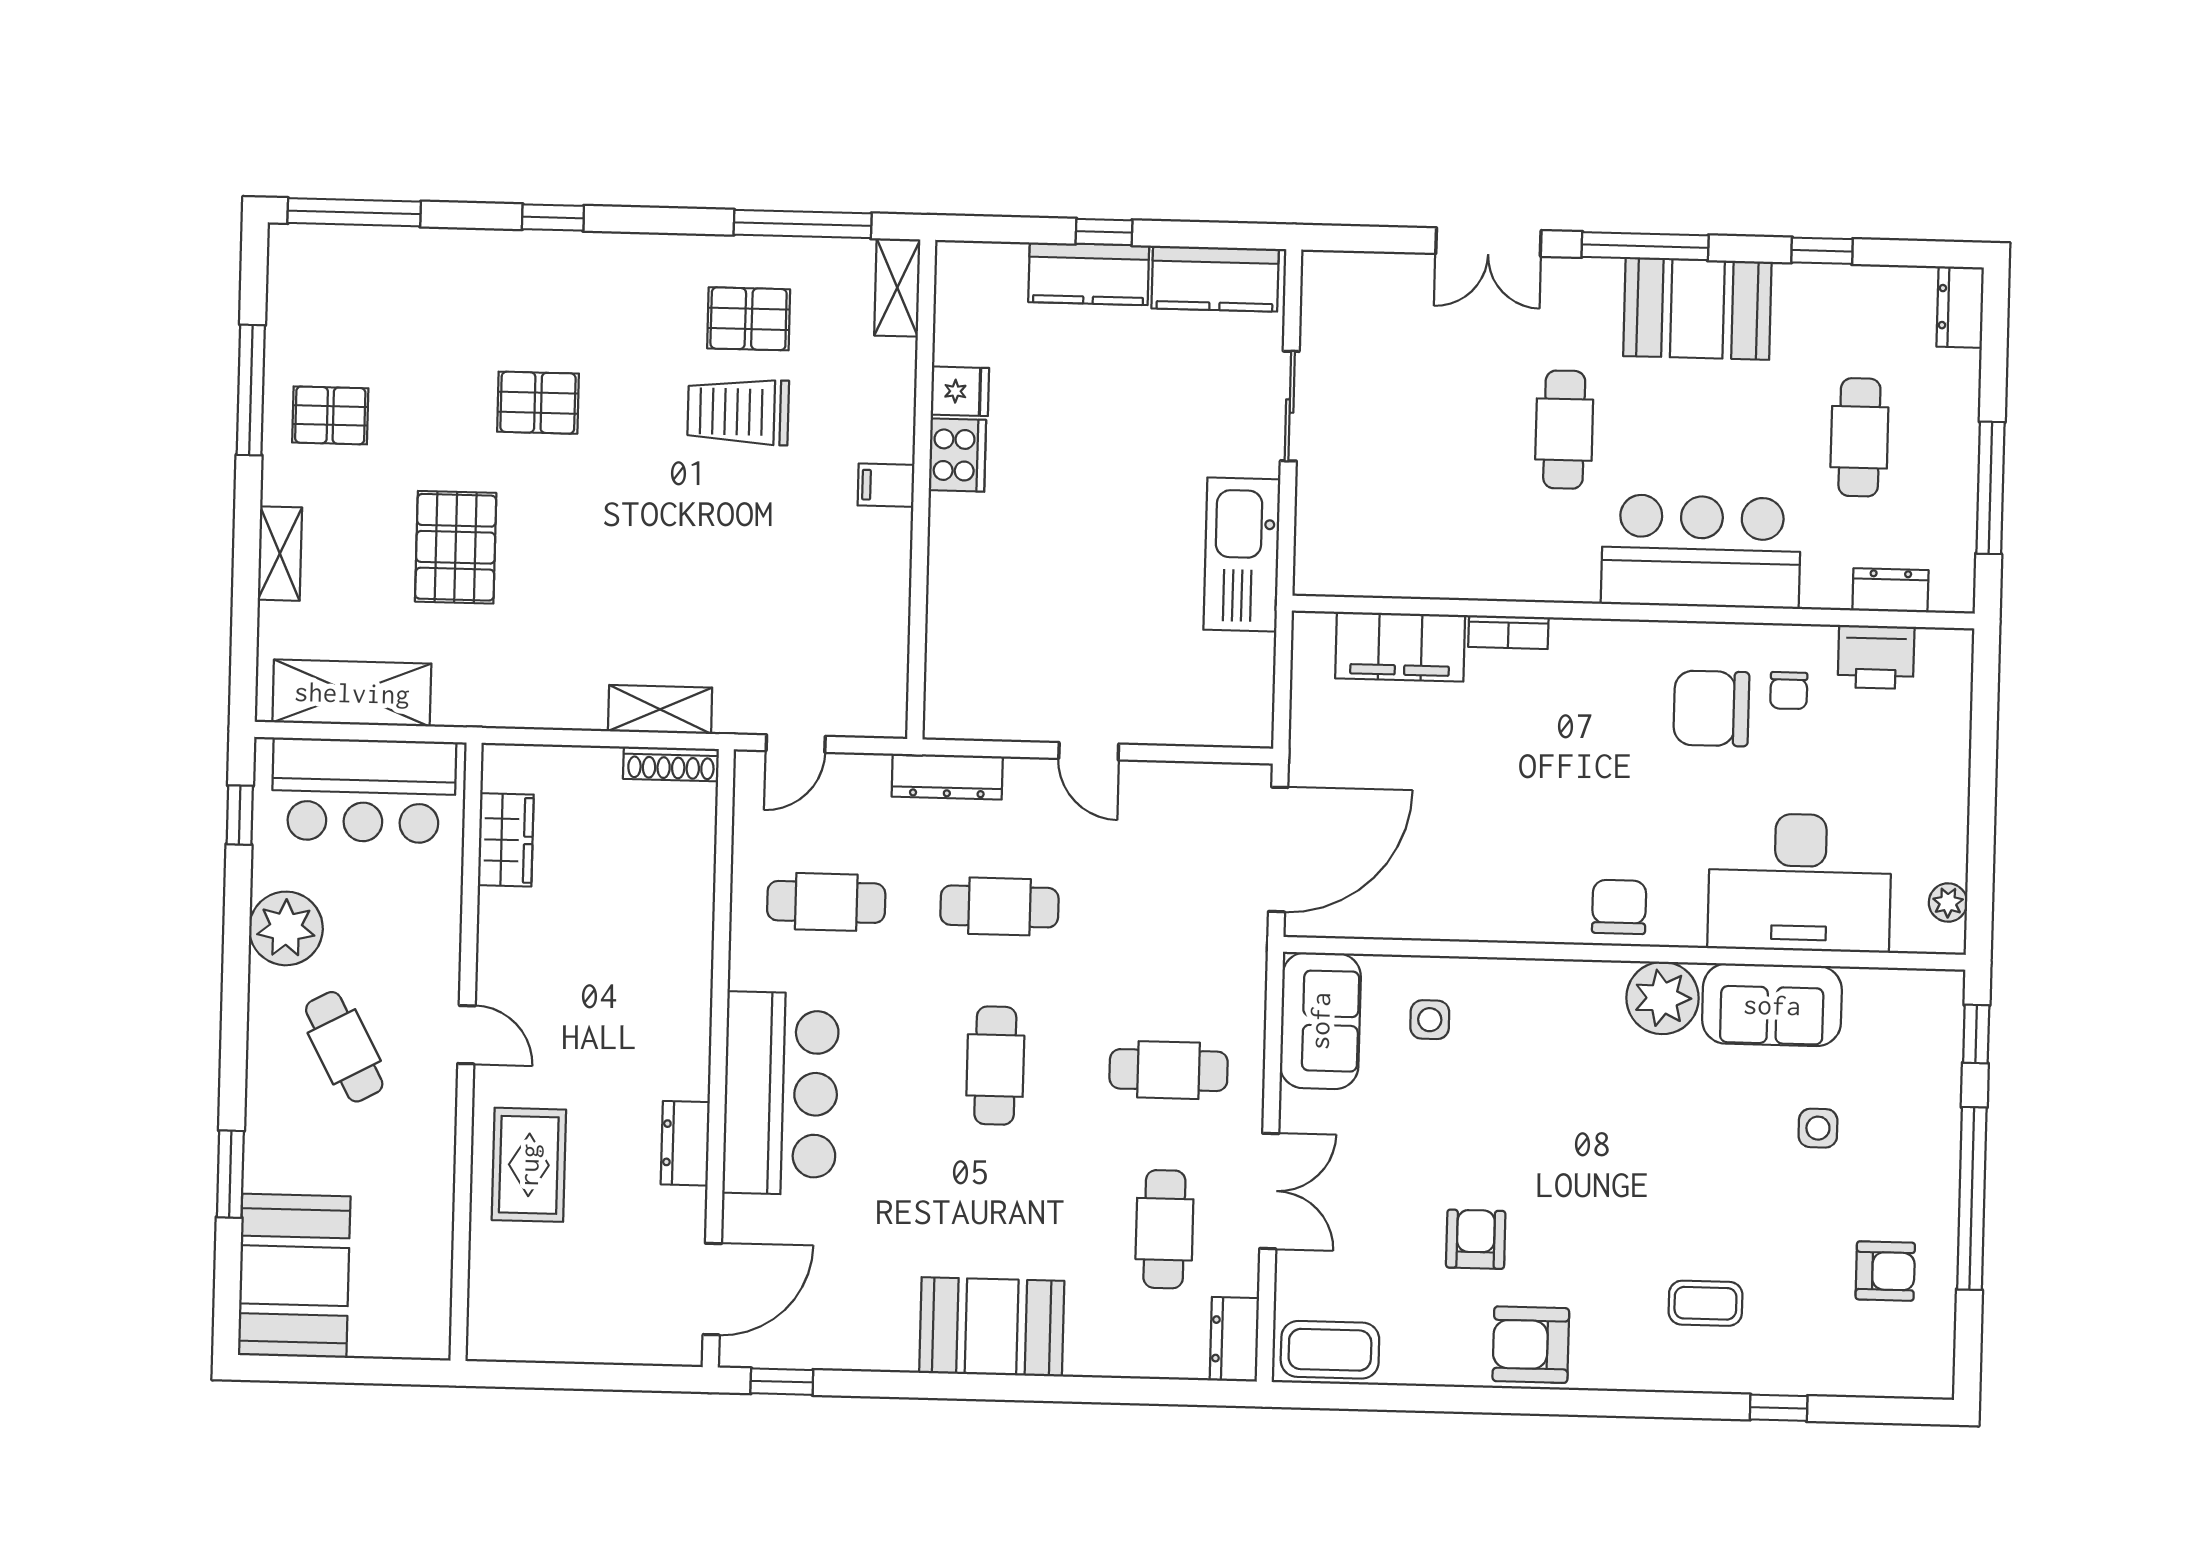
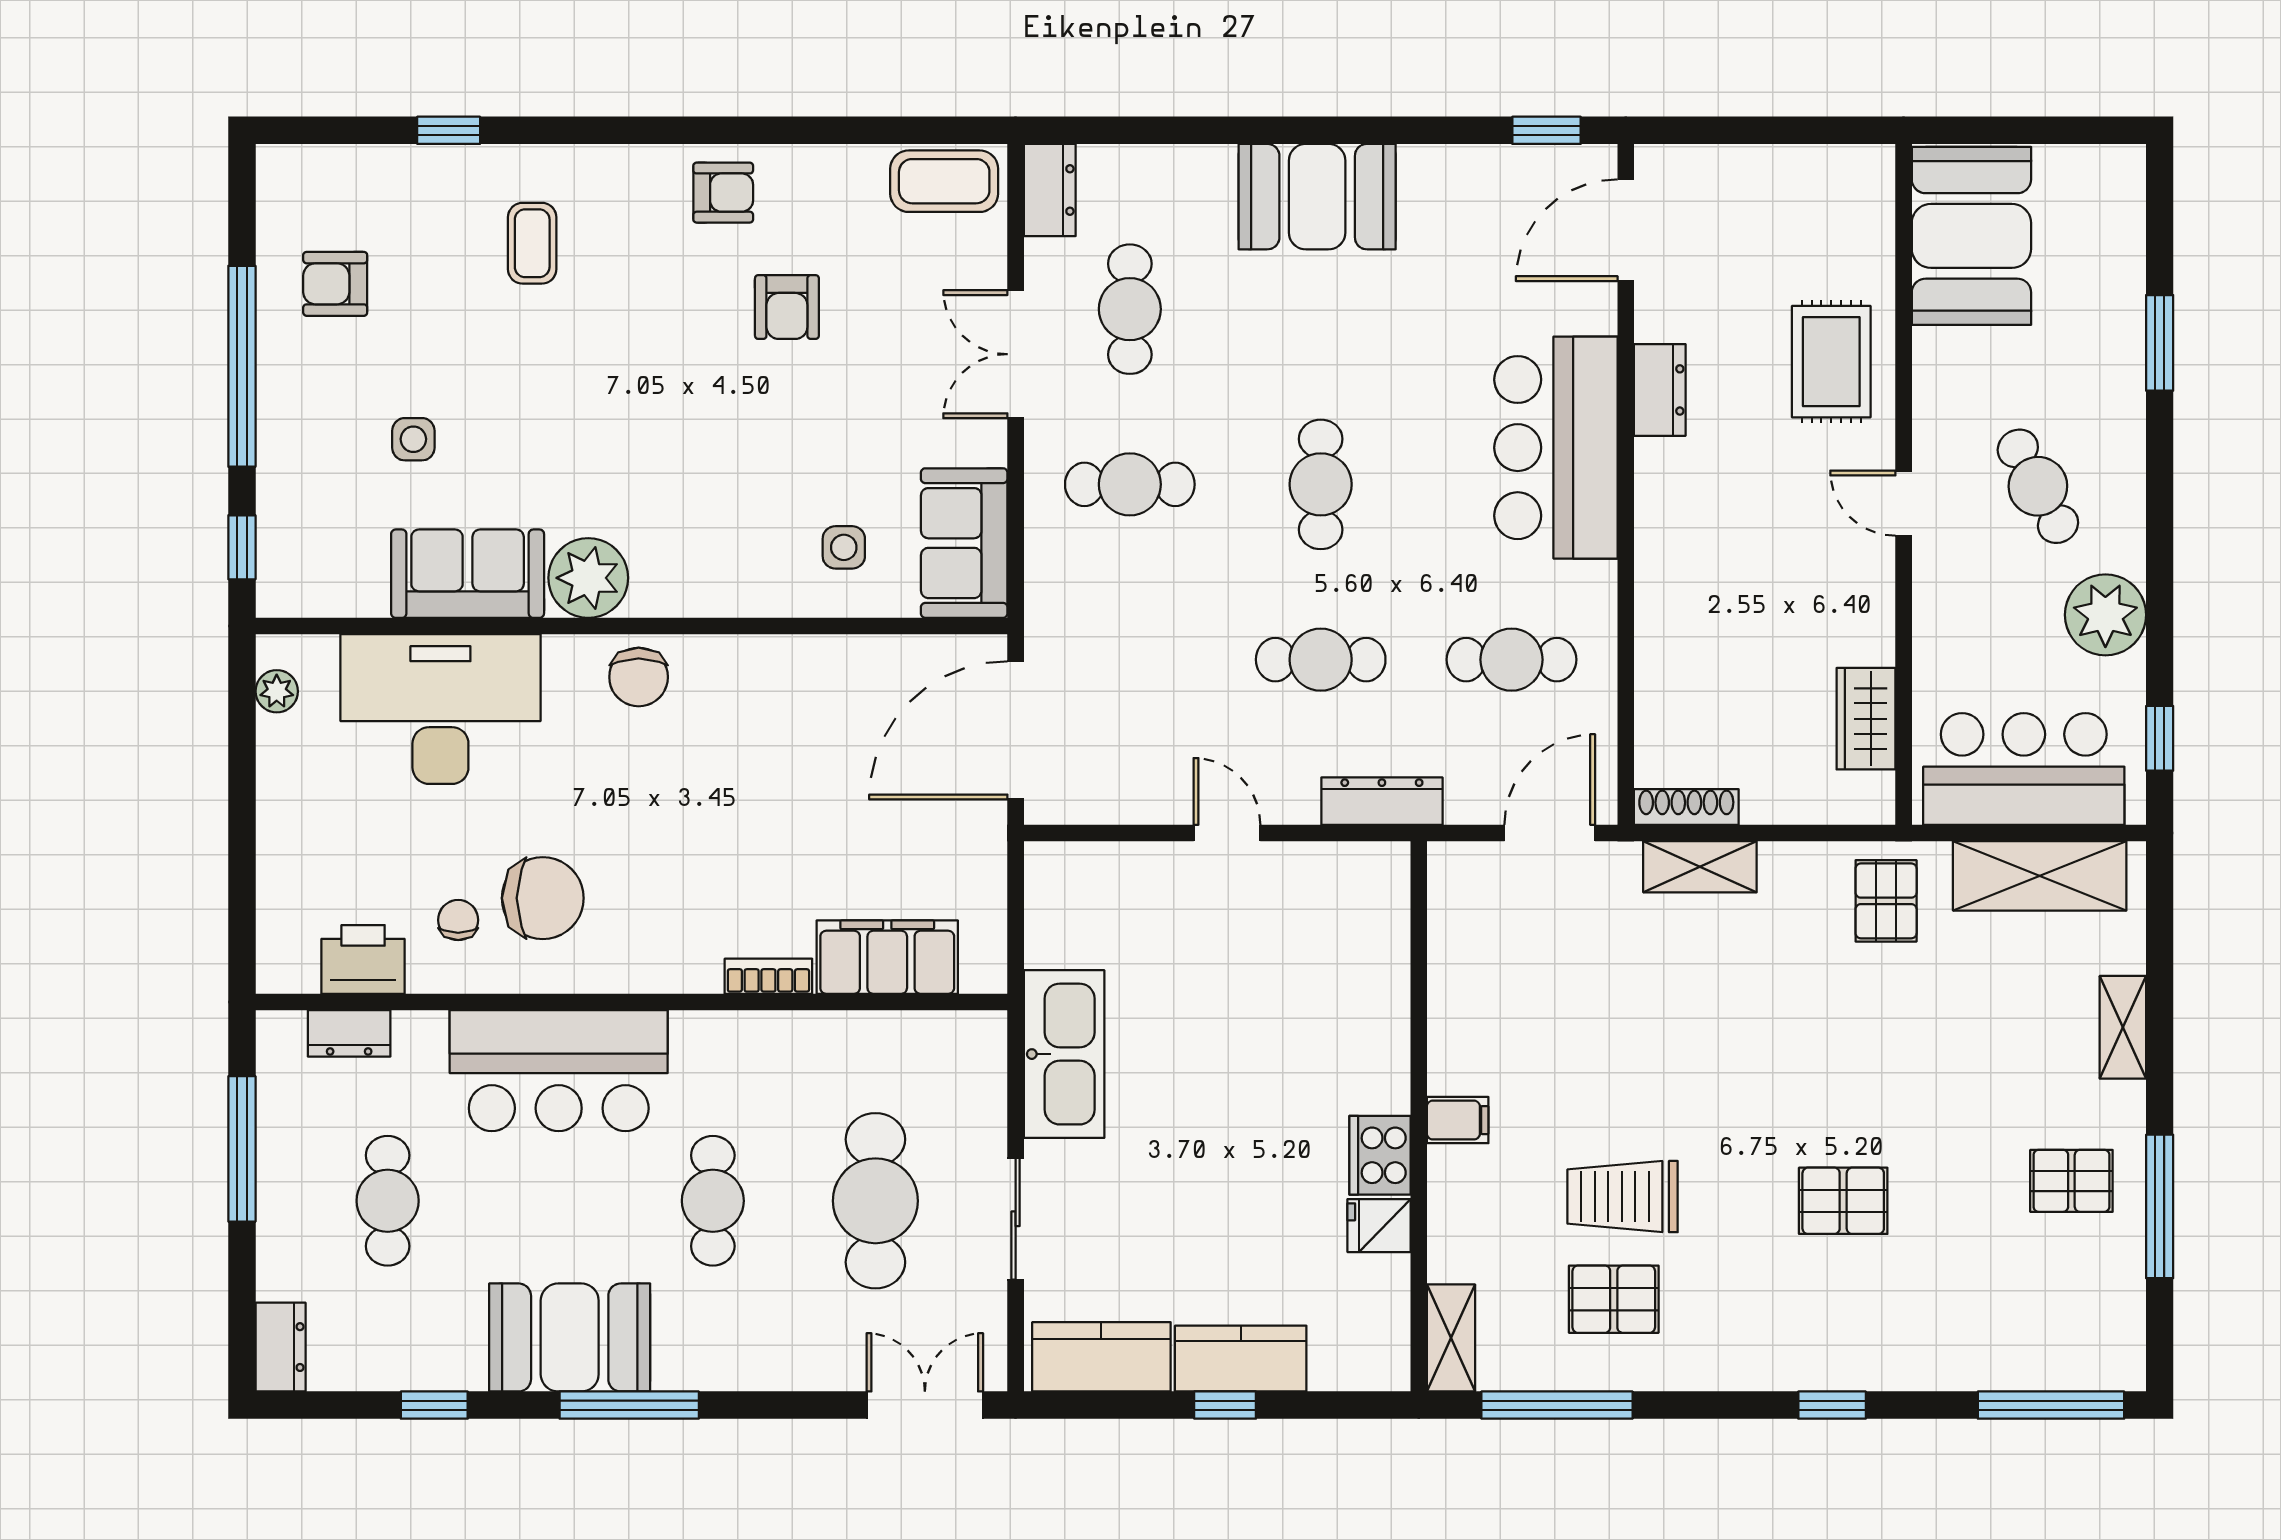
double door: (1488, 242) -> (925, 1405), moved
trolley: (738, 412) -> (1623, 1197), turned 180
cafe table: (1417, 426) -> (875, 1201), added
pallet: (456, 547) -> (1886, 901), moved, width x0.67, depth x0.71
door: (796, 744) -> (1550, 833), width x1.38
booth: (294, 1276) -> (1971, 236), moved
coffee table: (1705, 1303) -> (532, 243), turned 90
armchair: (1531, 1345) -> (723, 193), width x0.72, depth x0.72

